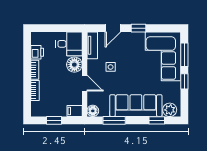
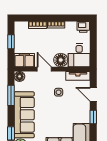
printer: (37, 52) -> (83, 27), moved
door: (85, 83) -> (44, 69), swing flipped
filing cabinet: (75, 111) -> (24, 60), width x2.00

